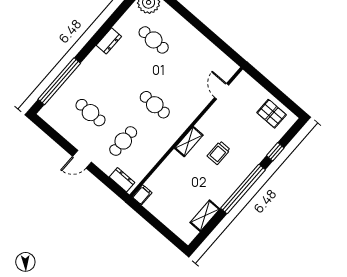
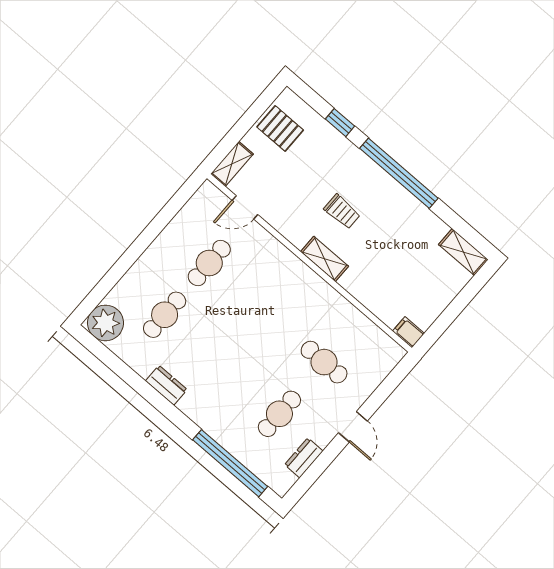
shelving: (249, 83) -> (232, 164), added
cafe table: (155, 105) -> (209, 263), moved
pallet: (272, 114) -> (280, 129), turned 90
dresser: (122, 180) -> (304, 458), moved
shelving: (205, 216) -> (463, 252), moved

